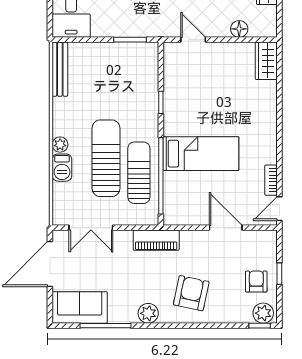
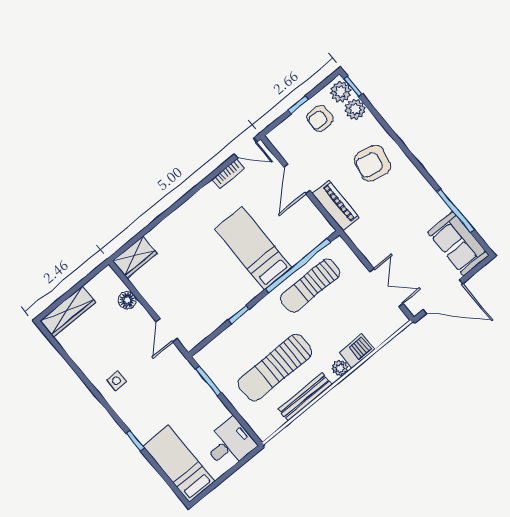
bench: (60, 69) -> (305, 397), moved
sun lounger: (106, 158) -> (275, 368), moved
piano: (156, 240) -> (336, 205), moved
plant: (148, 313) -> (355, 109), moved

